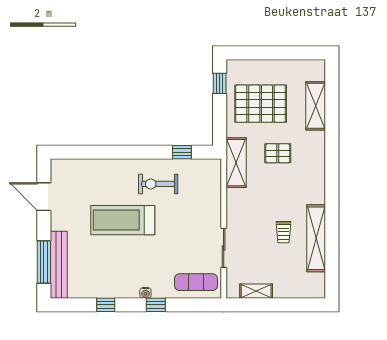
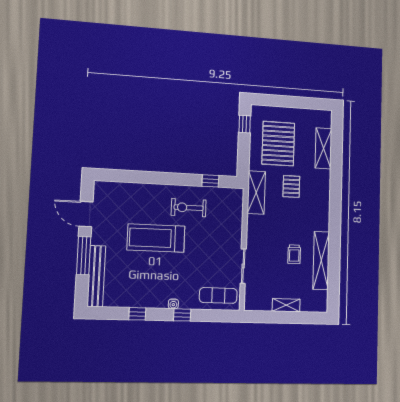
pallet: (261, 104) -> (278, 144), turned 90
pallet: (278, 153) -> (291, 186), turned 90
window: (44, 262) -> (84, 256), moved
shelving: (256, 291) -> (286, 305), moved

